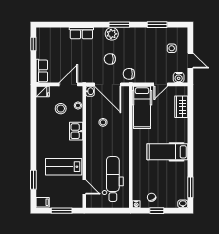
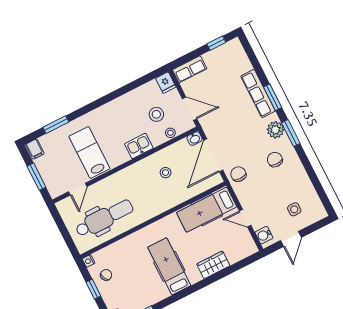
window: (157, 25) -> (273, 97), moved
row of seats: (81, 33) -> (258, 94), width x1.48
chair: (110, 59) -> (275, 160), moved
wardrobe: (181, 107) -> (213, 265), moved

